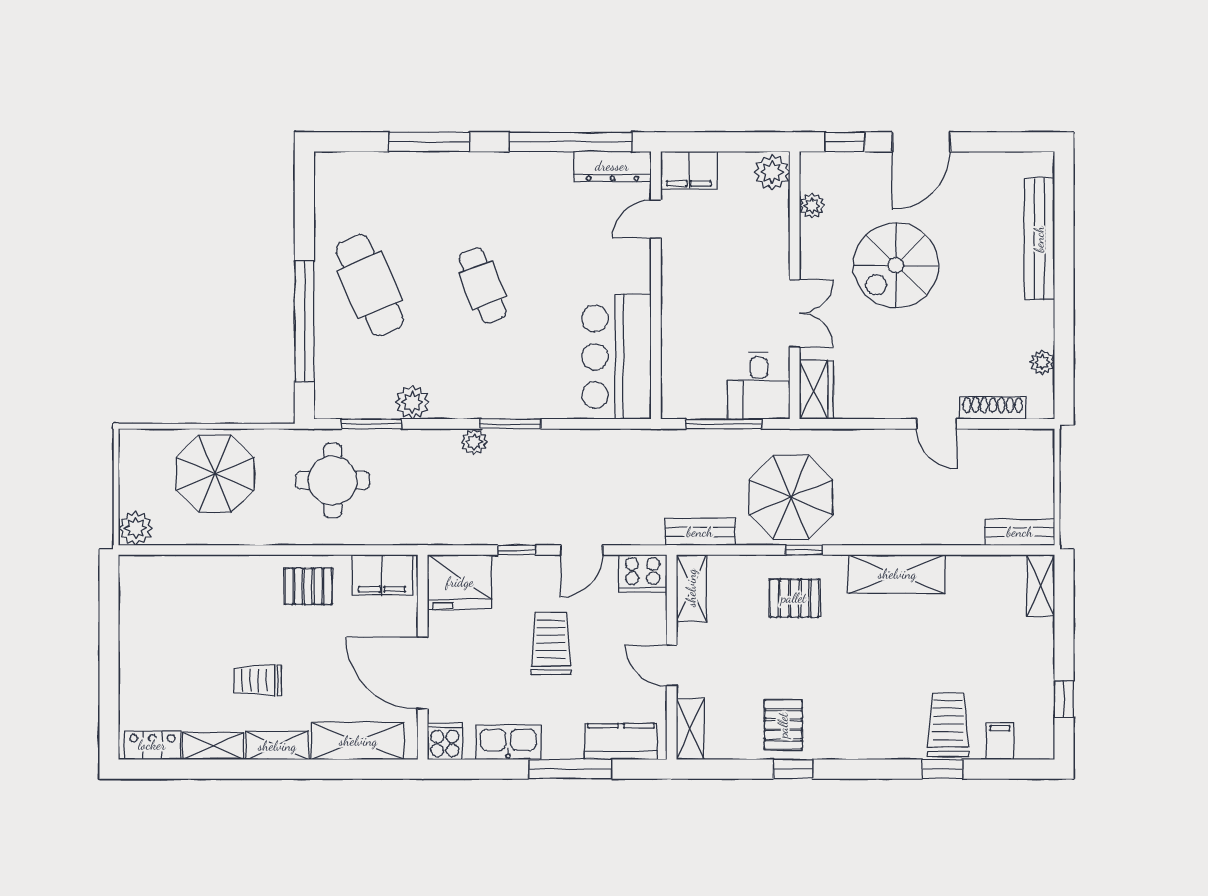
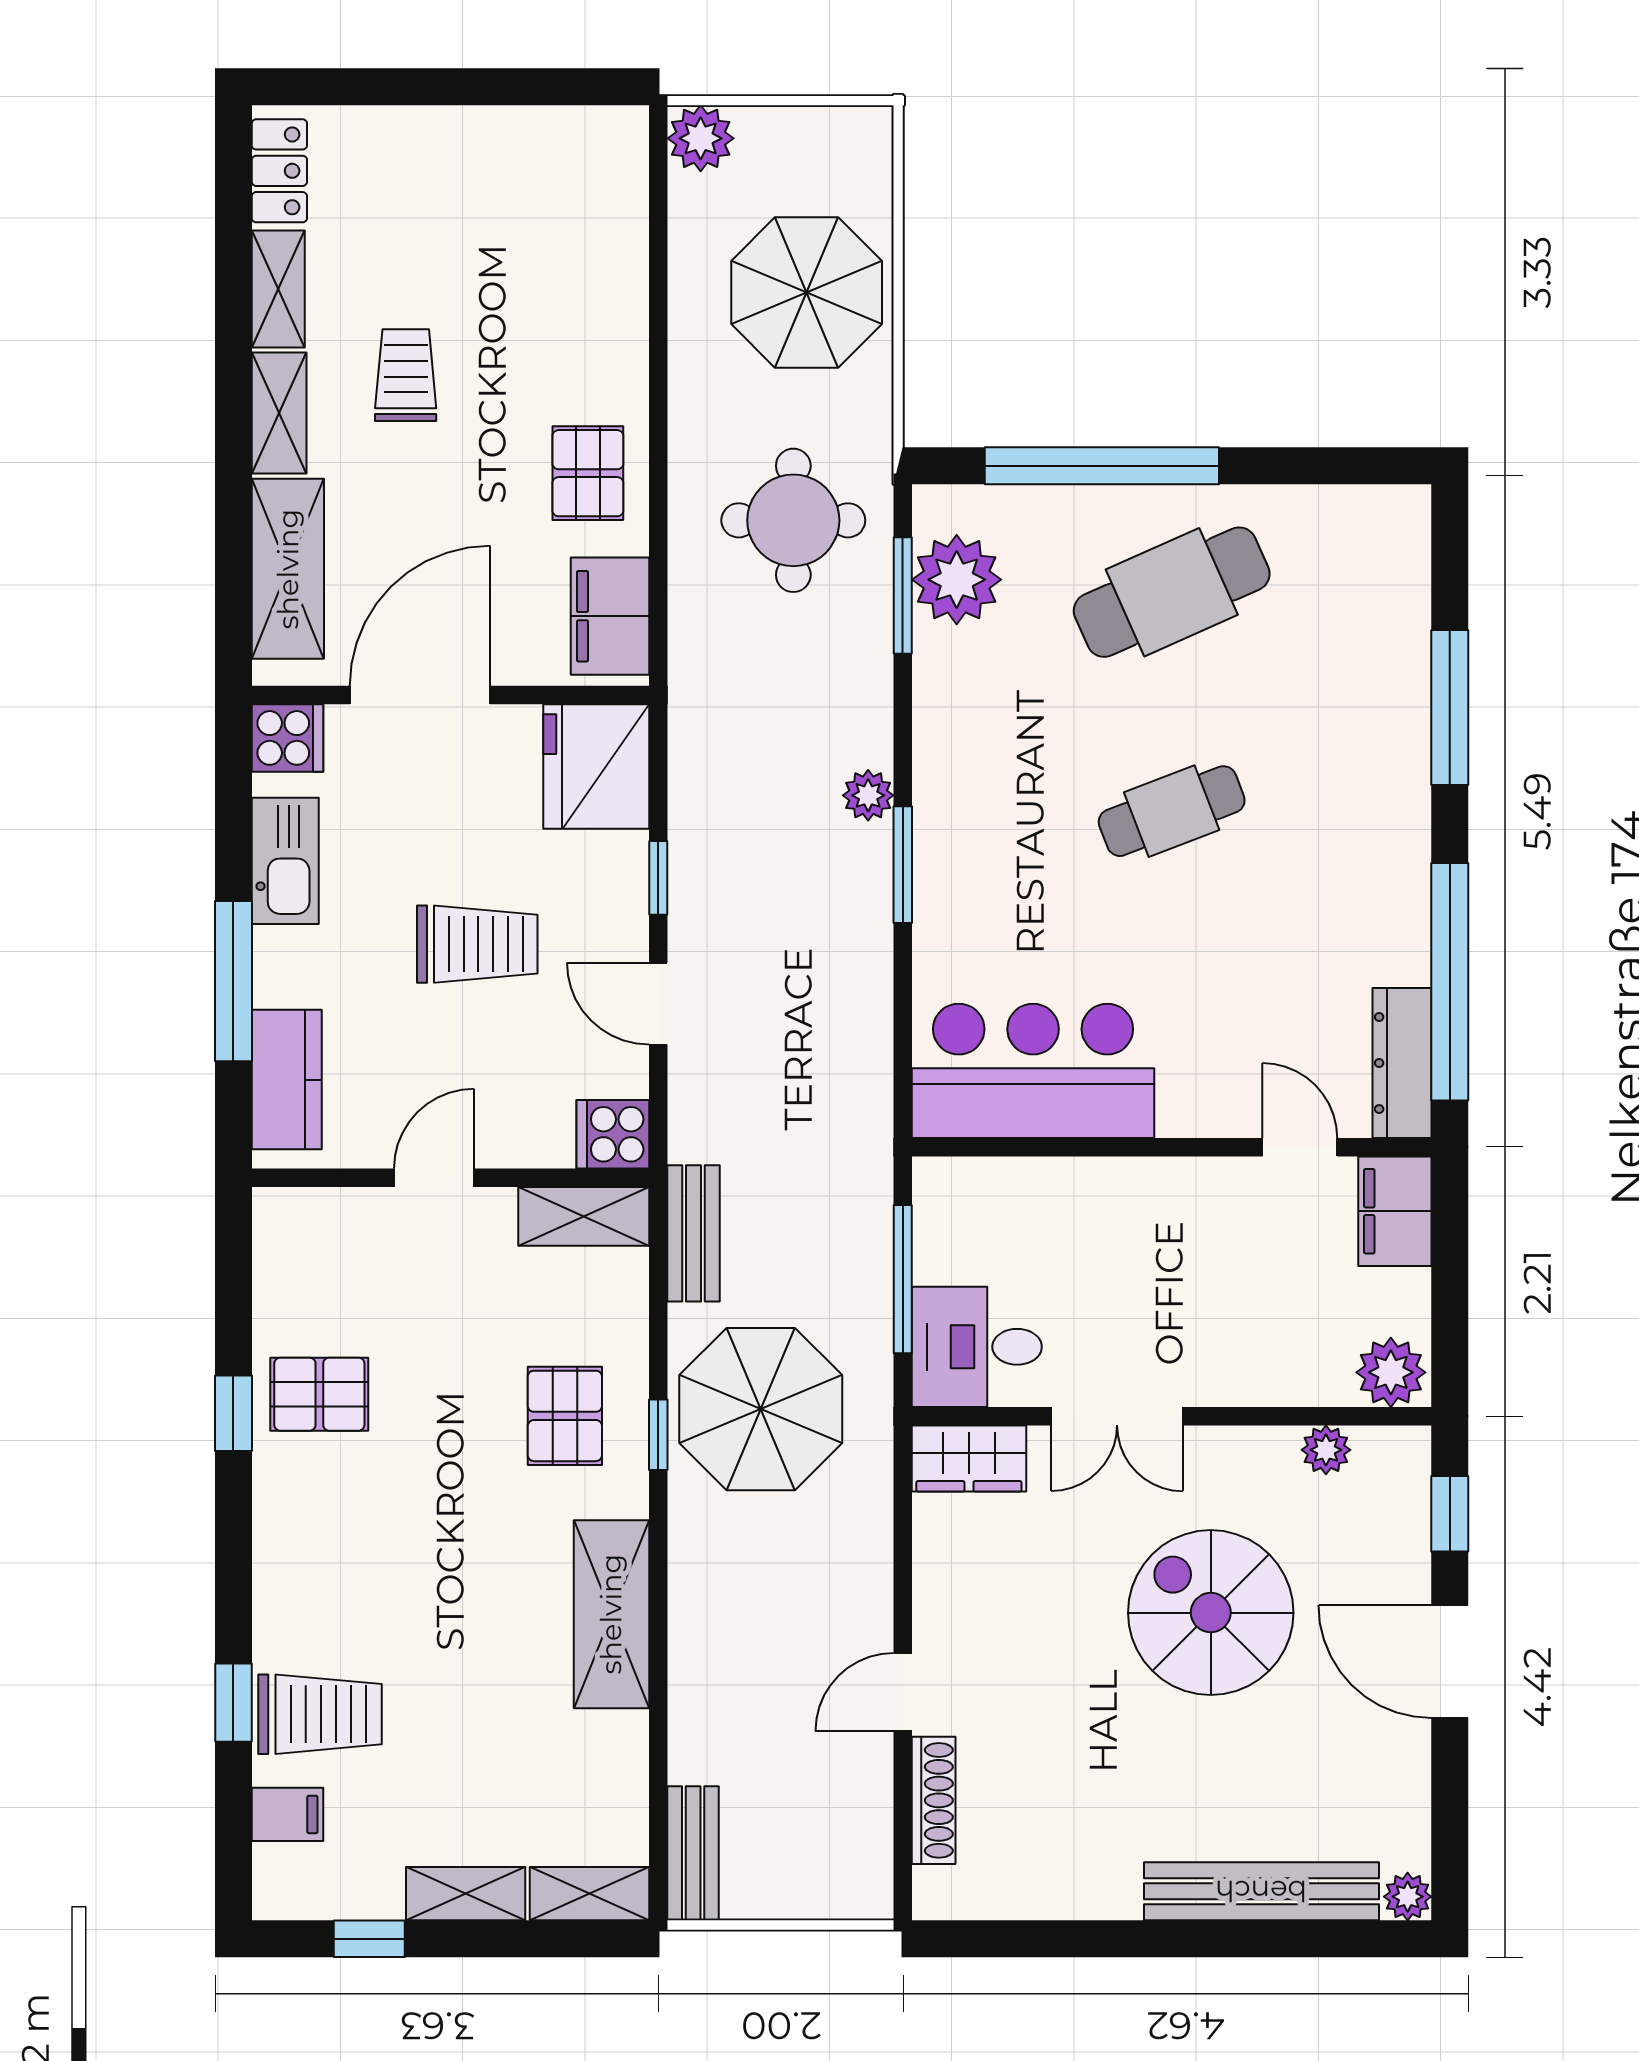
plant: (1042, 362) -> (1408, 1897), moved
plant: (412, 402) -> (957, 580), moved, width x1.36, depth x1.36
cooker: (643, 573) -> (613, 1134), width x0.73
shelving: (690, 729) -> (466, 1894), moved

